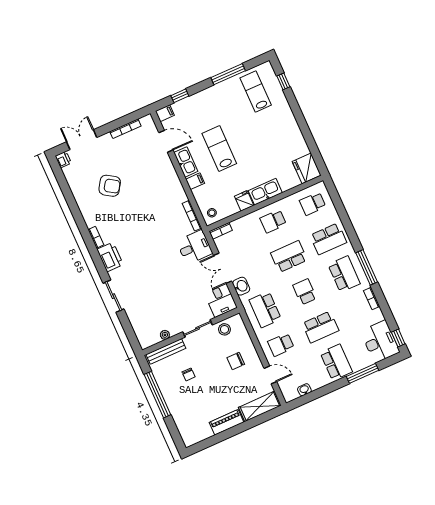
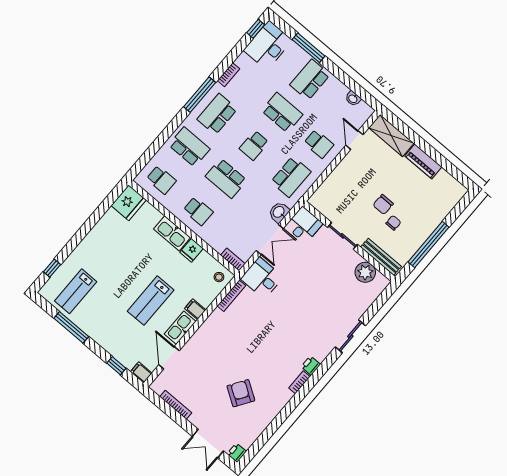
printer: (110, 257) -> (311, 366), width x0.53, depth x0.68
stool: (224, 329) -> (331, 208), removed
plant: (165, 335) -> (365, 272), width x1.88, depth x1.88
chair: (236, 361) -> (383, 204), moved, turned 90

